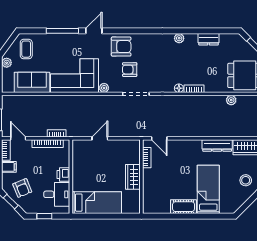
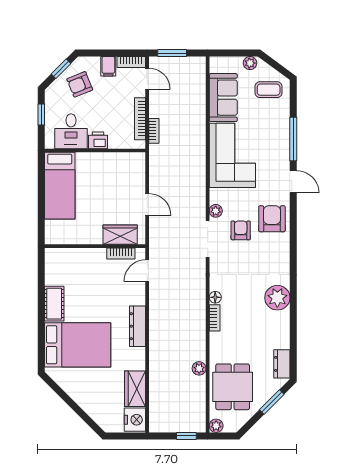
plant: (179, 38) -> (277, 298), width x1.87, depth x1.87
dresser: (209, 39) -> (282, 364), moved
armchair: (121, 47) -> (272, 219), turned 180
plant: (104, 88) -> (216, 211), moved
door: (18, 138) -> (147, 79), hinge flipped
door: (100, 138) -> (147, 204), moved
dresser: (217, 145) -> (137, 326), moved
wardrobe: (133, 177) -> (120, 235), moved
stool: (246, 180) -> (90, 388), removed
bed: (208, 189) -> (78, 345), width x1.50

